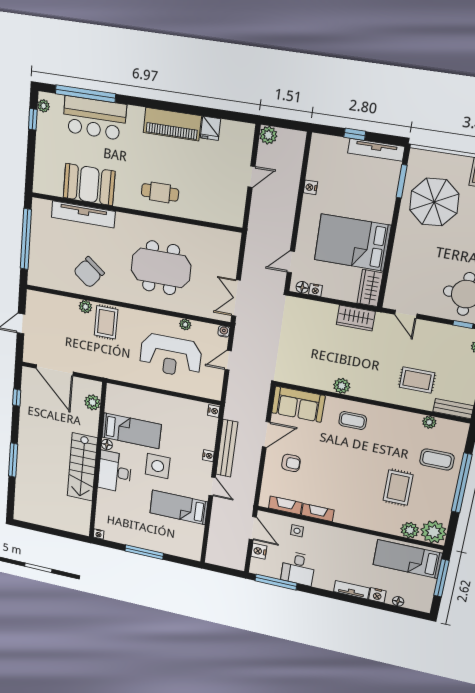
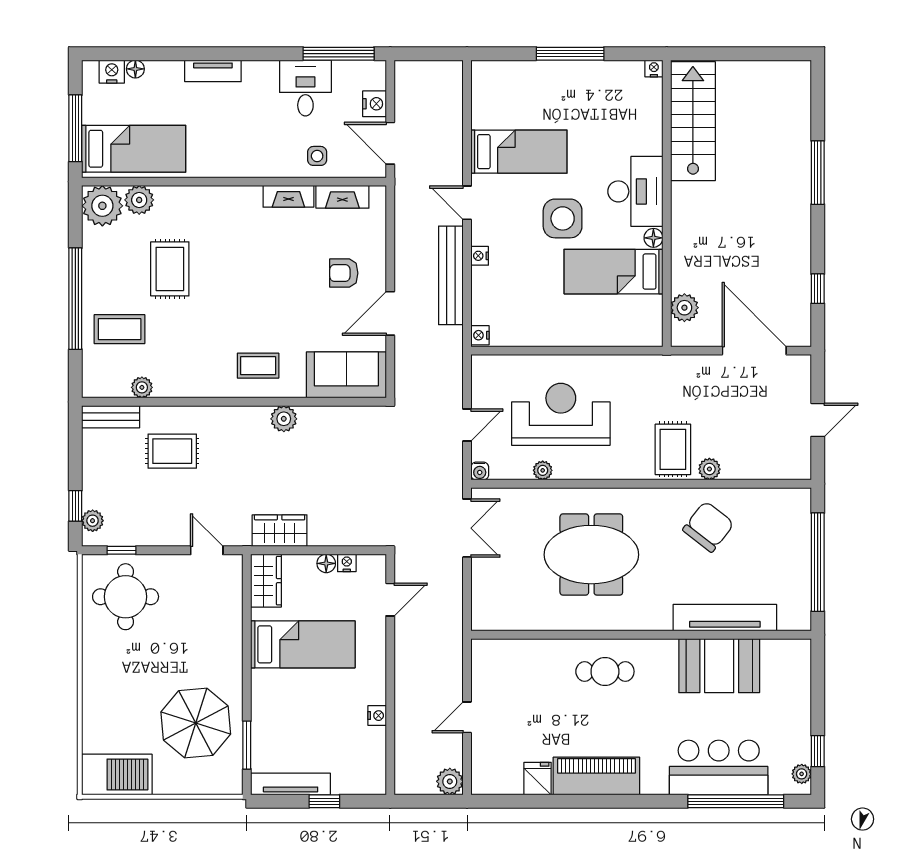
bed: (352, 243) -> (303, 644), width x0.67
floor lamp: (302, 287) -> (326, 563), moved
stairs: (82, 467) -> (693, 121), moved
nightstand: (377, 595) -> (112, 72), moved

